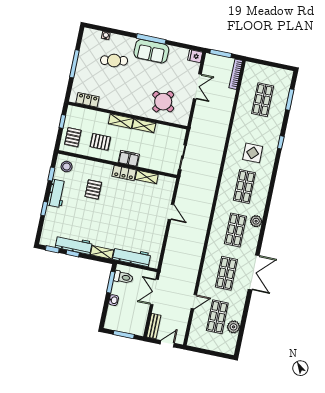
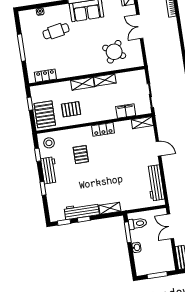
double door: (197, 86) -> (140, 27), swing flipped
pallet: (73, 137) -> (45, 114), width x1.50, depth x1.42
filing cabinet: (129, 158) -> (126, 111), moved
shelving: (147, 177) -> (142, 123), moved
workbench: (132, 257) -> (155, 183), moved, turned -90

